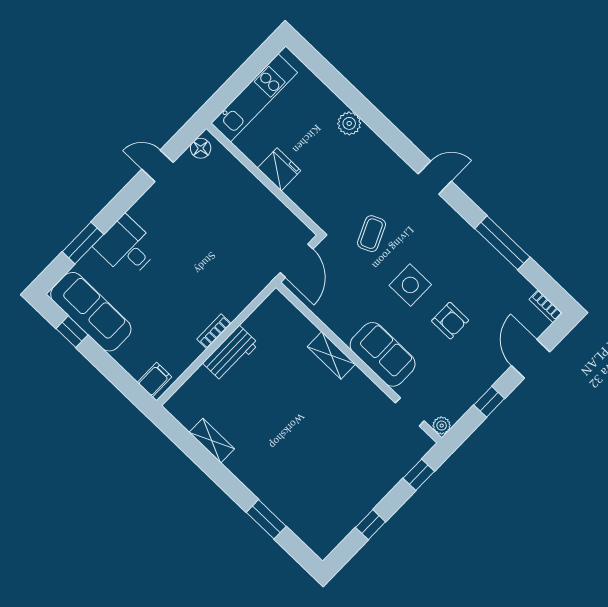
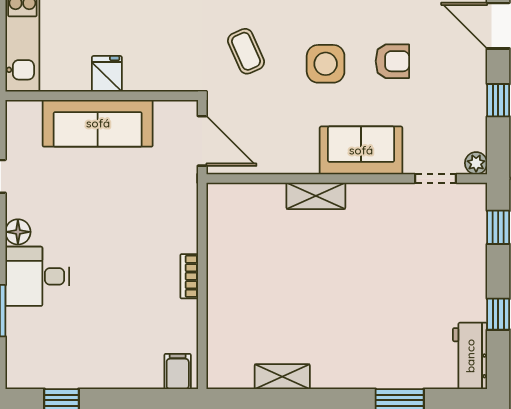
floor lamp: (201, 148) -> (18, 232), moved
fridge: (279, 169) -> (107, 74), width x0.72
sofa: (91, 312) -> (98, 123), moved, turned 180
workbench: (231, 354) -> (470, 356), moved, turned 180

